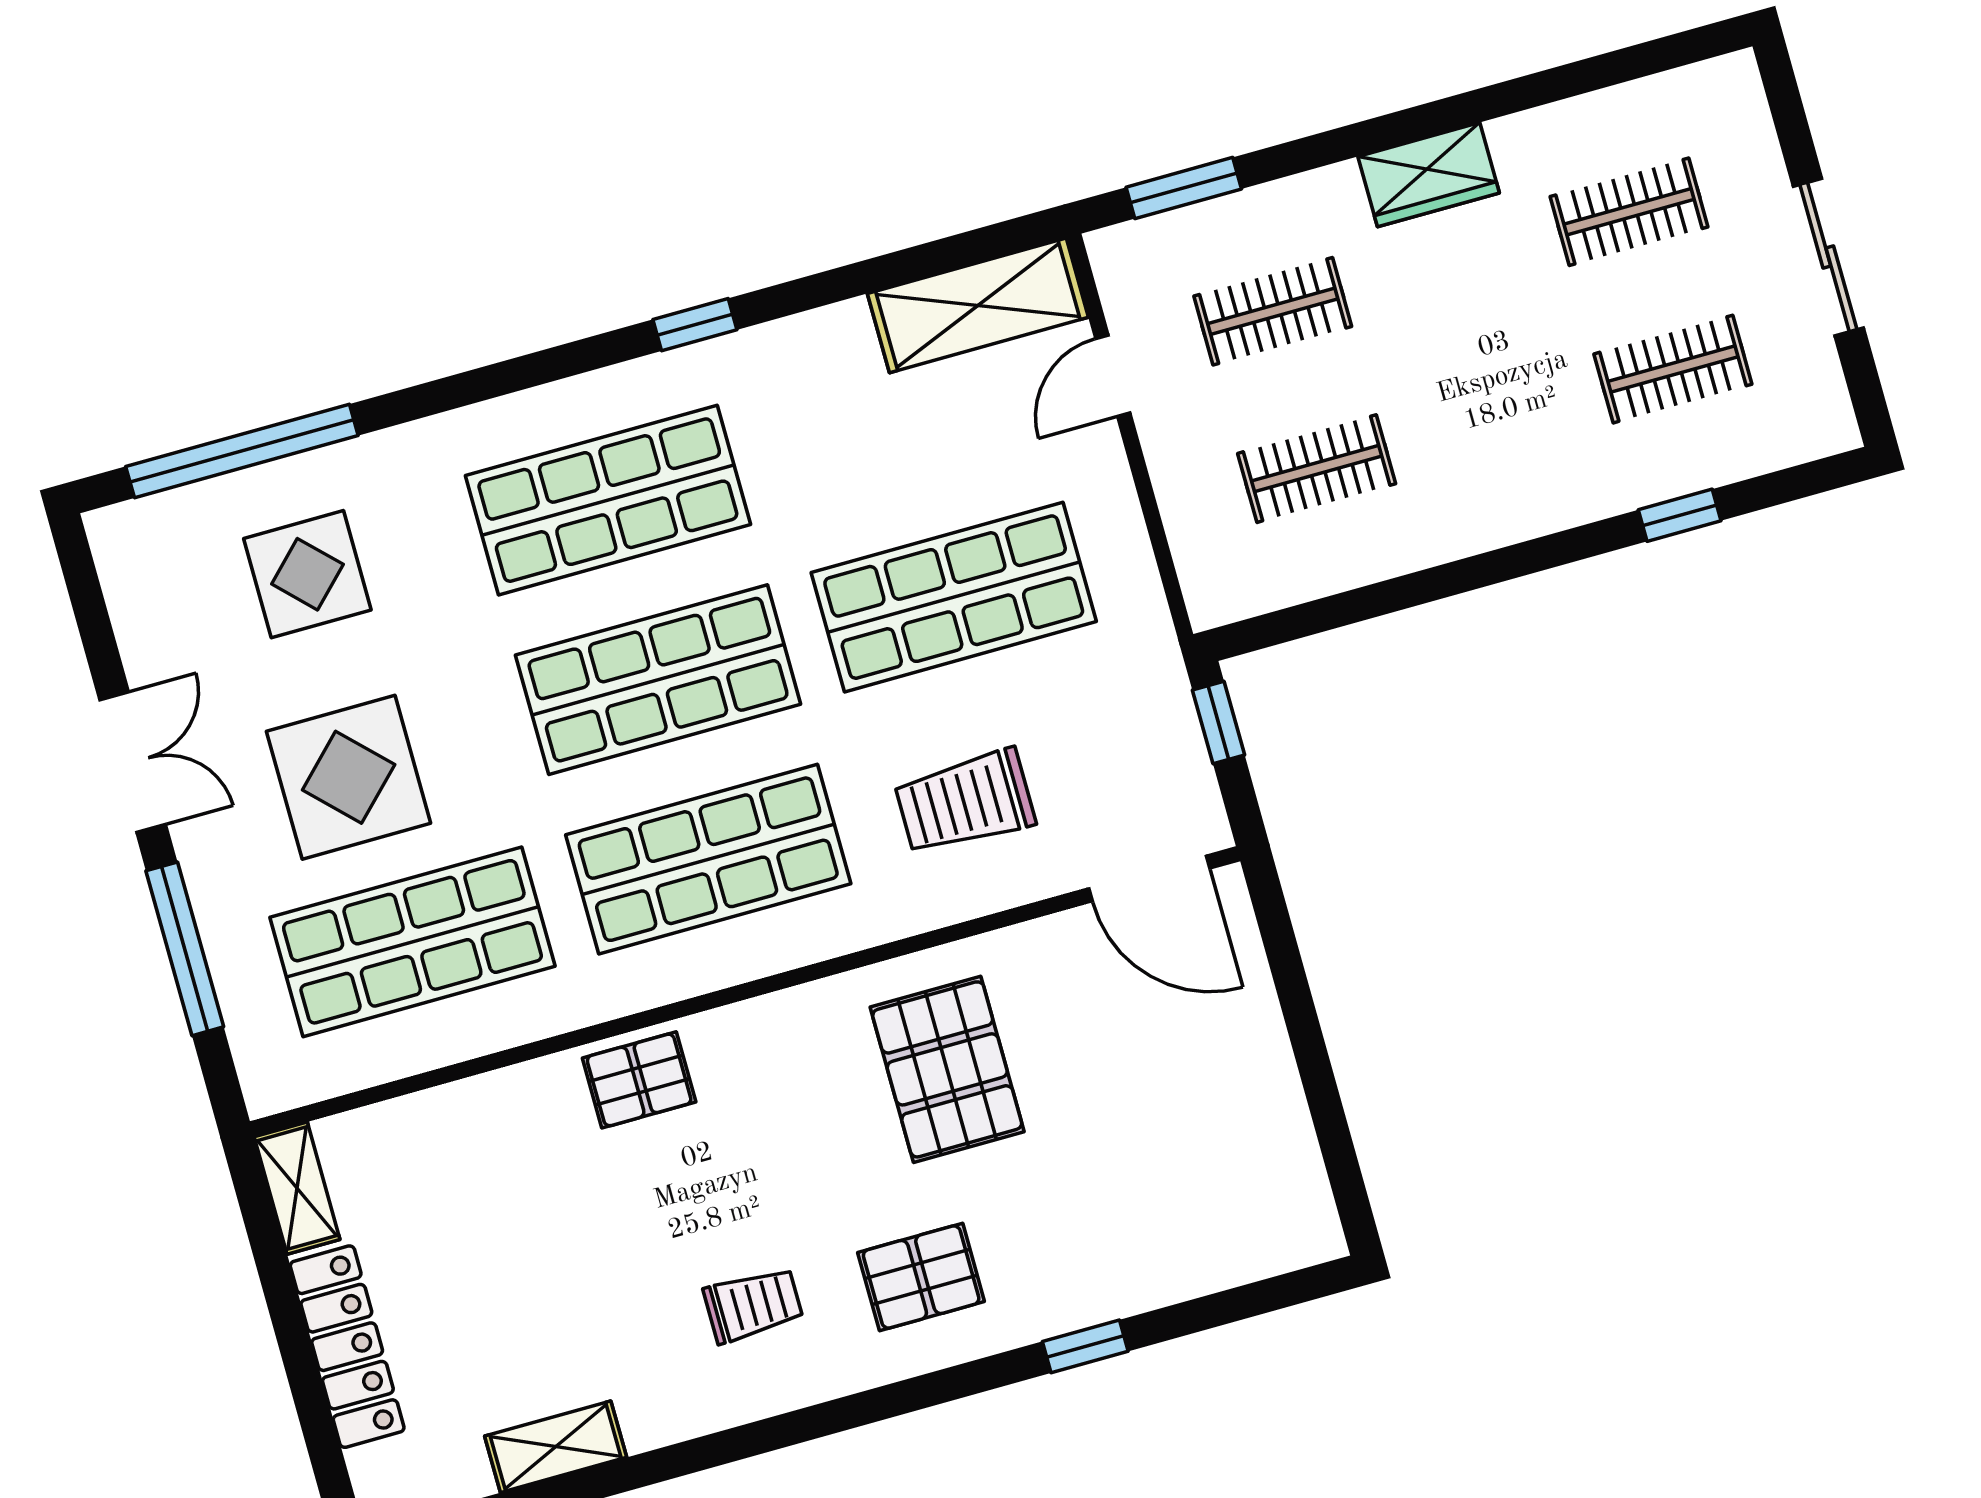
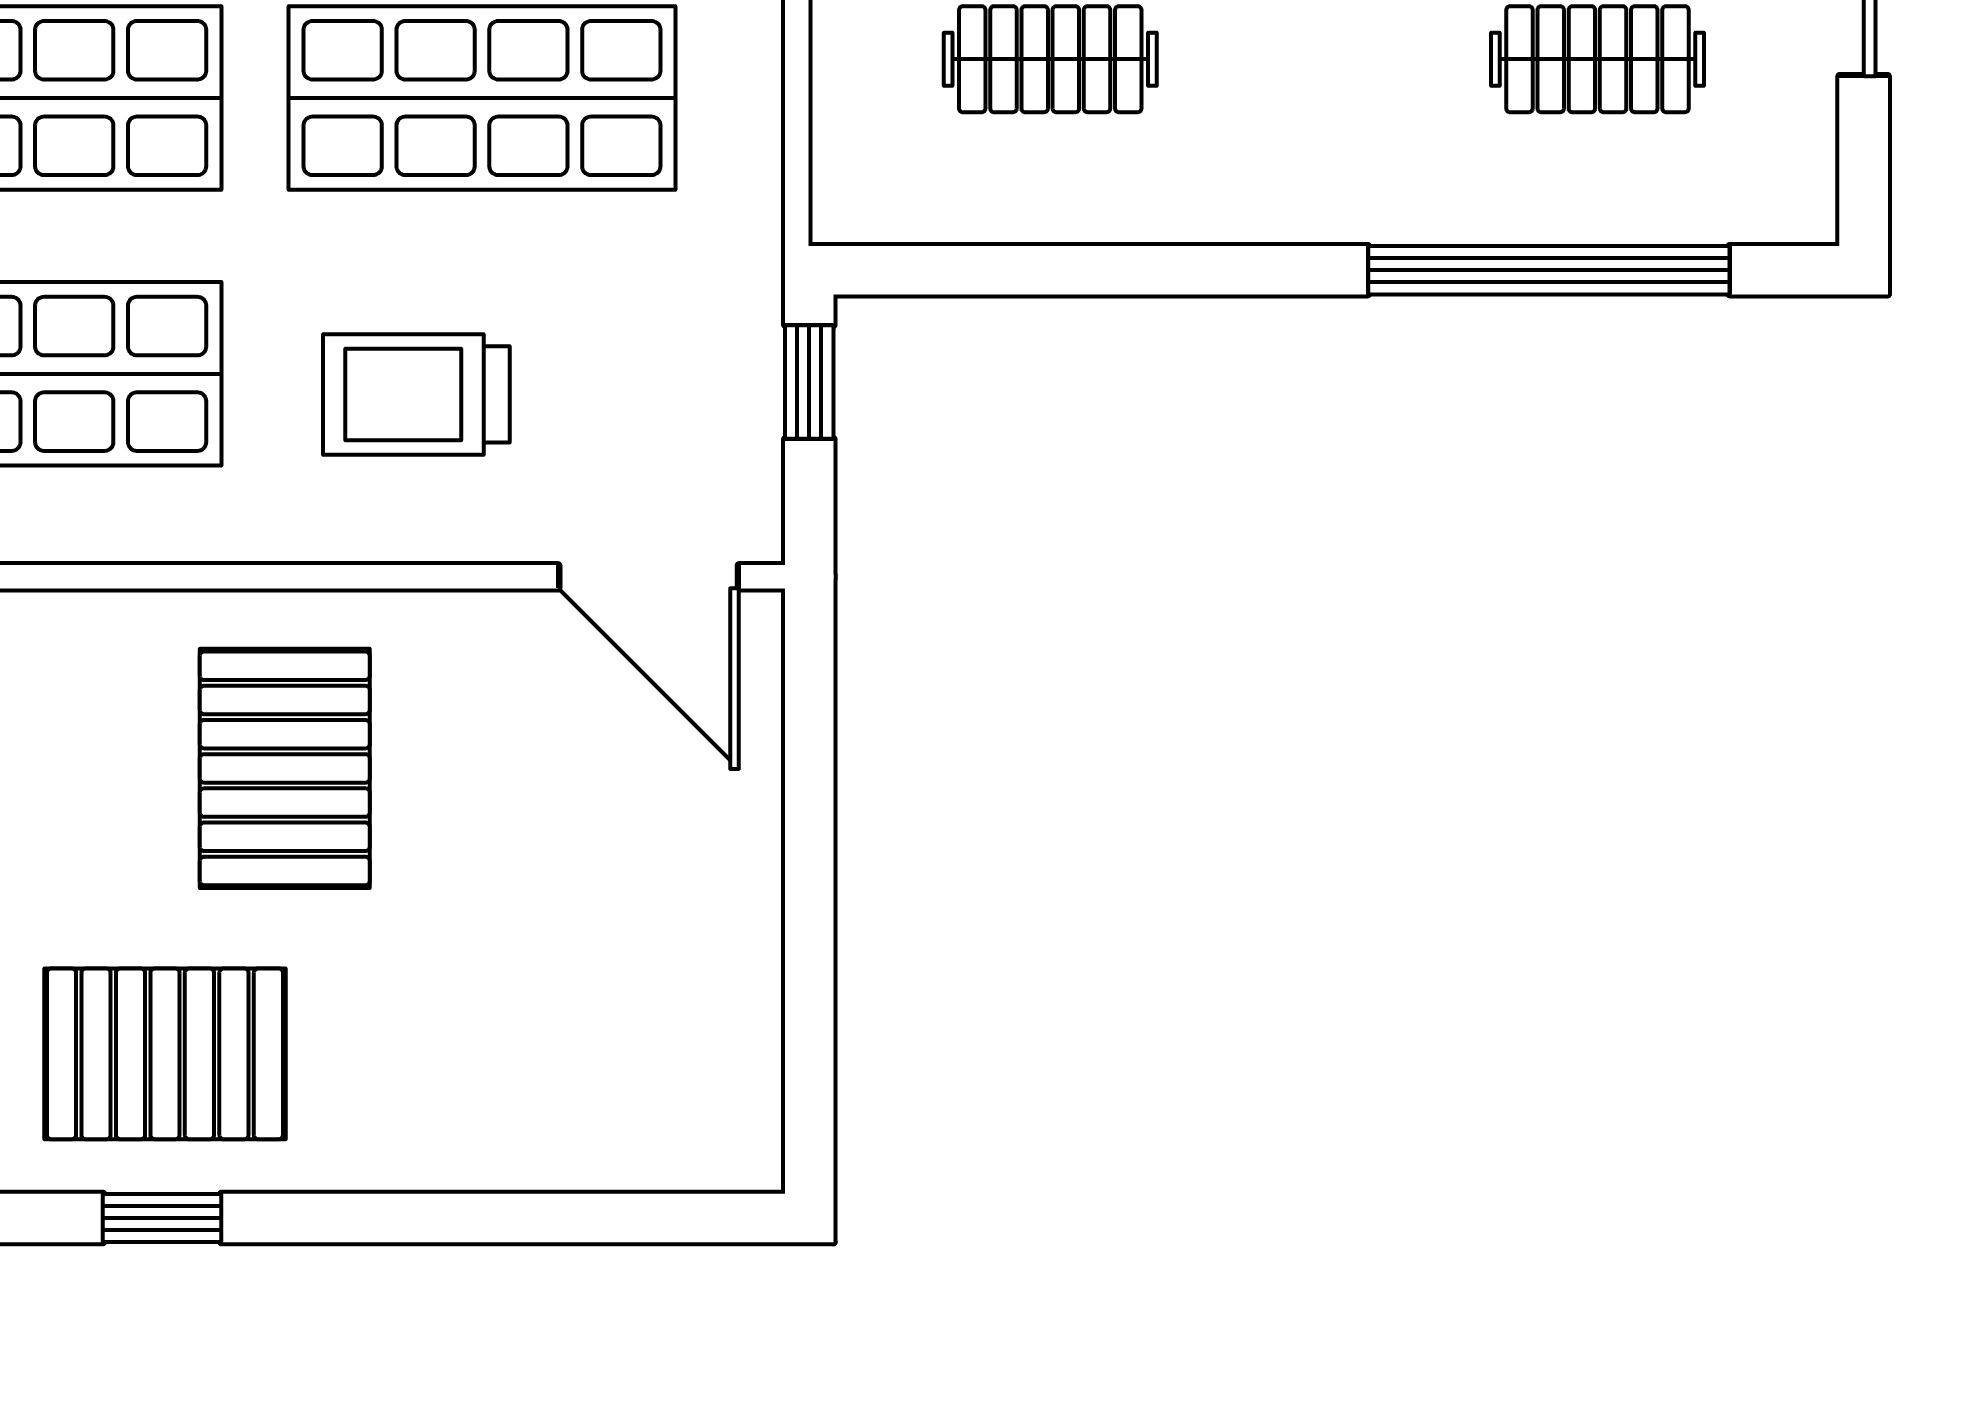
window: (1680, 515) -> (1549, 270), width x3.17
pallet: (921, 1277) -> (165, 1054), width x1.50, depth x1.42
window: (1085, 1346) -> (162, 1218), moved

